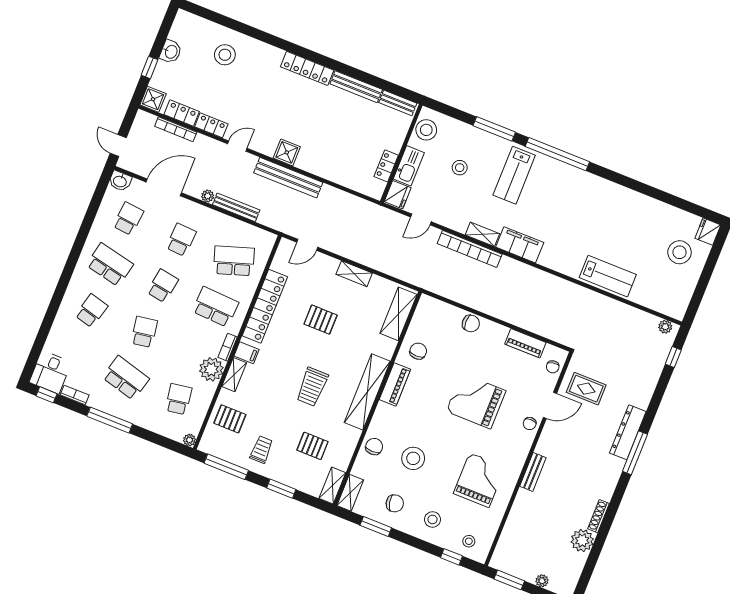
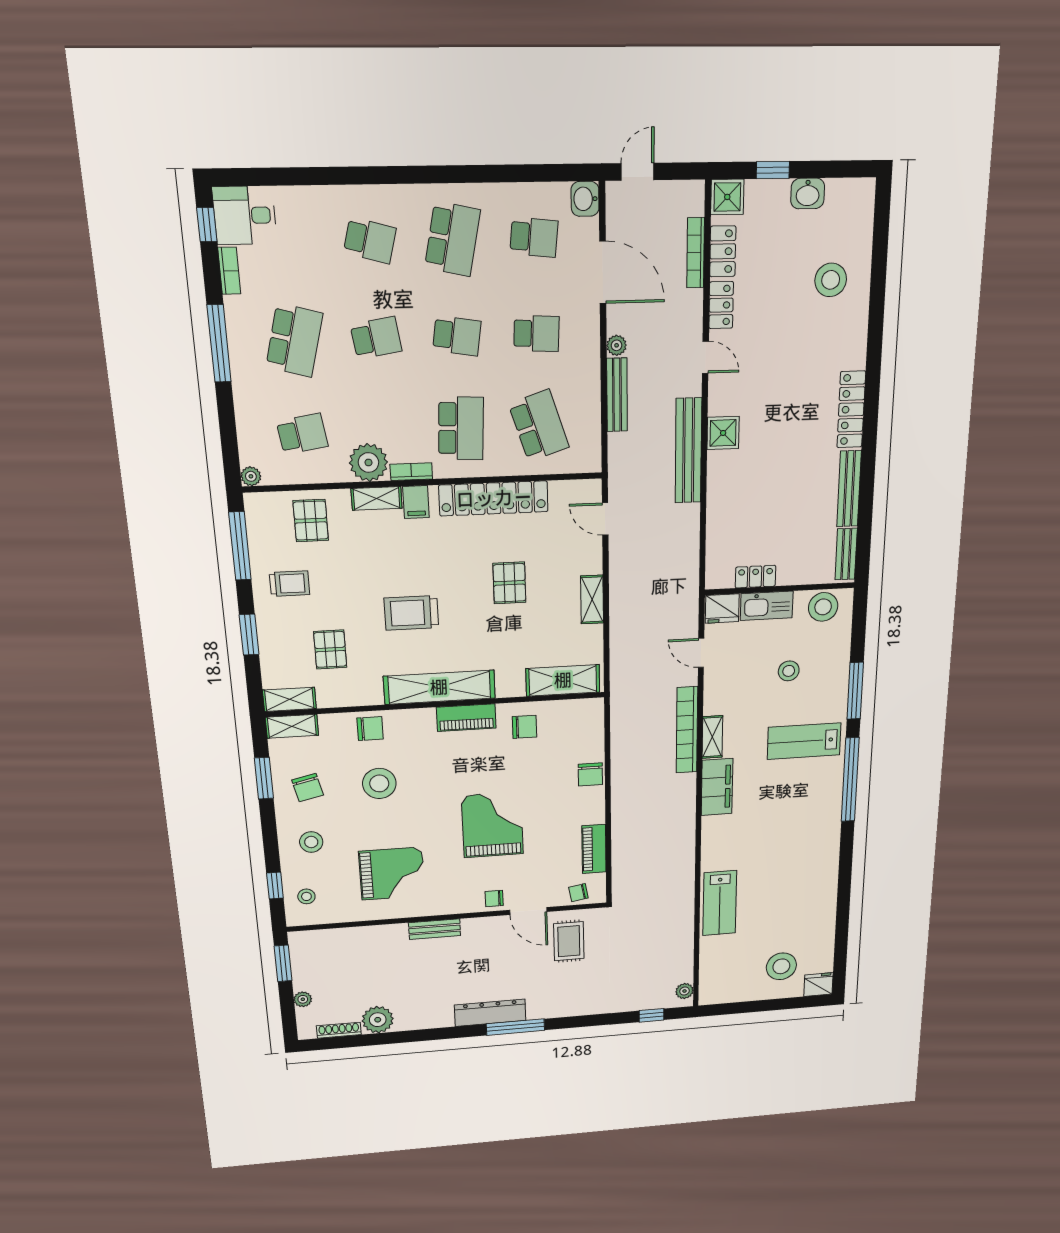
dresser: (628, 432) -> (490, 1013), moved
shoe rack: (599, 516) -> (339, 1030), moved

